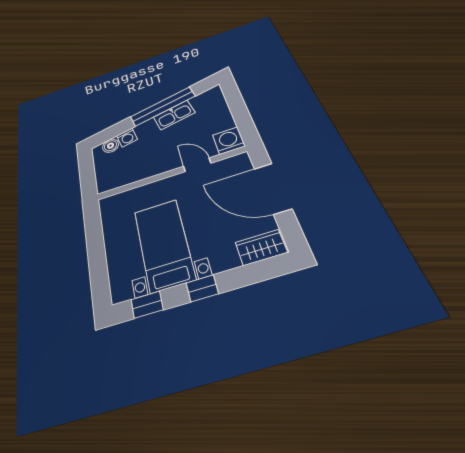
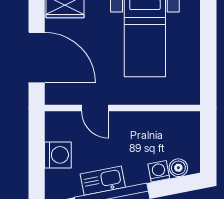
washing machine: (229, 141) -> (58, 155), moved, turned -90

